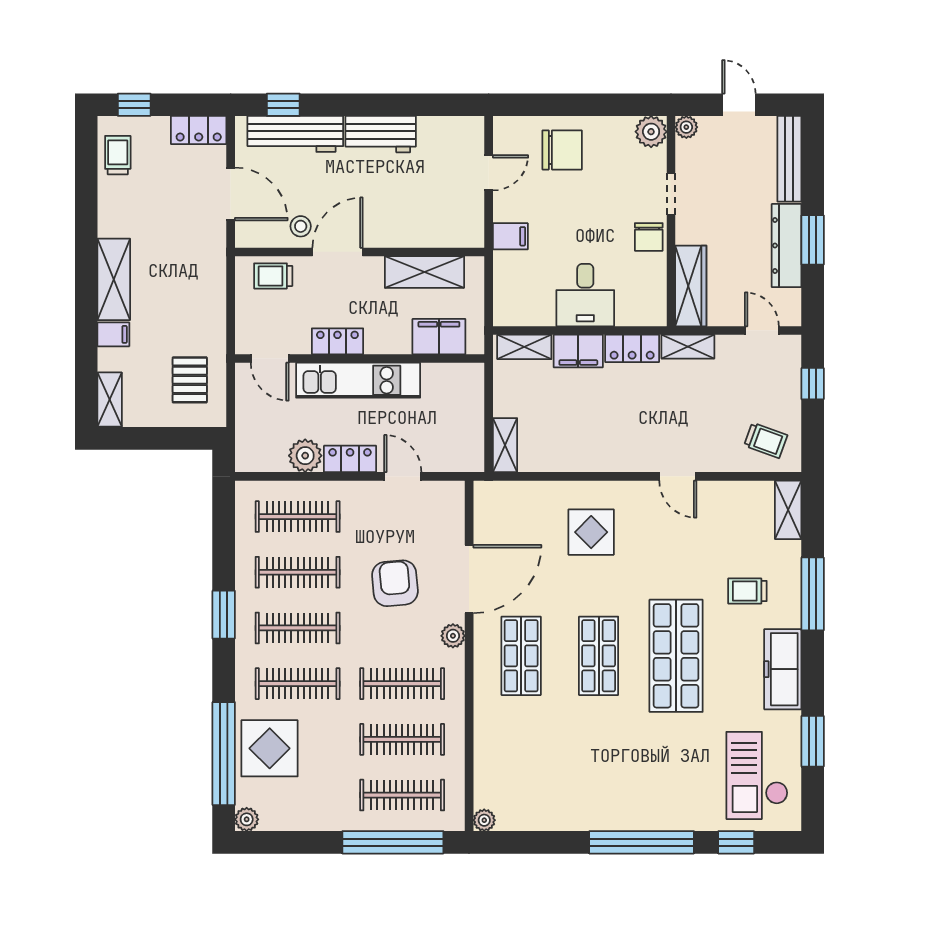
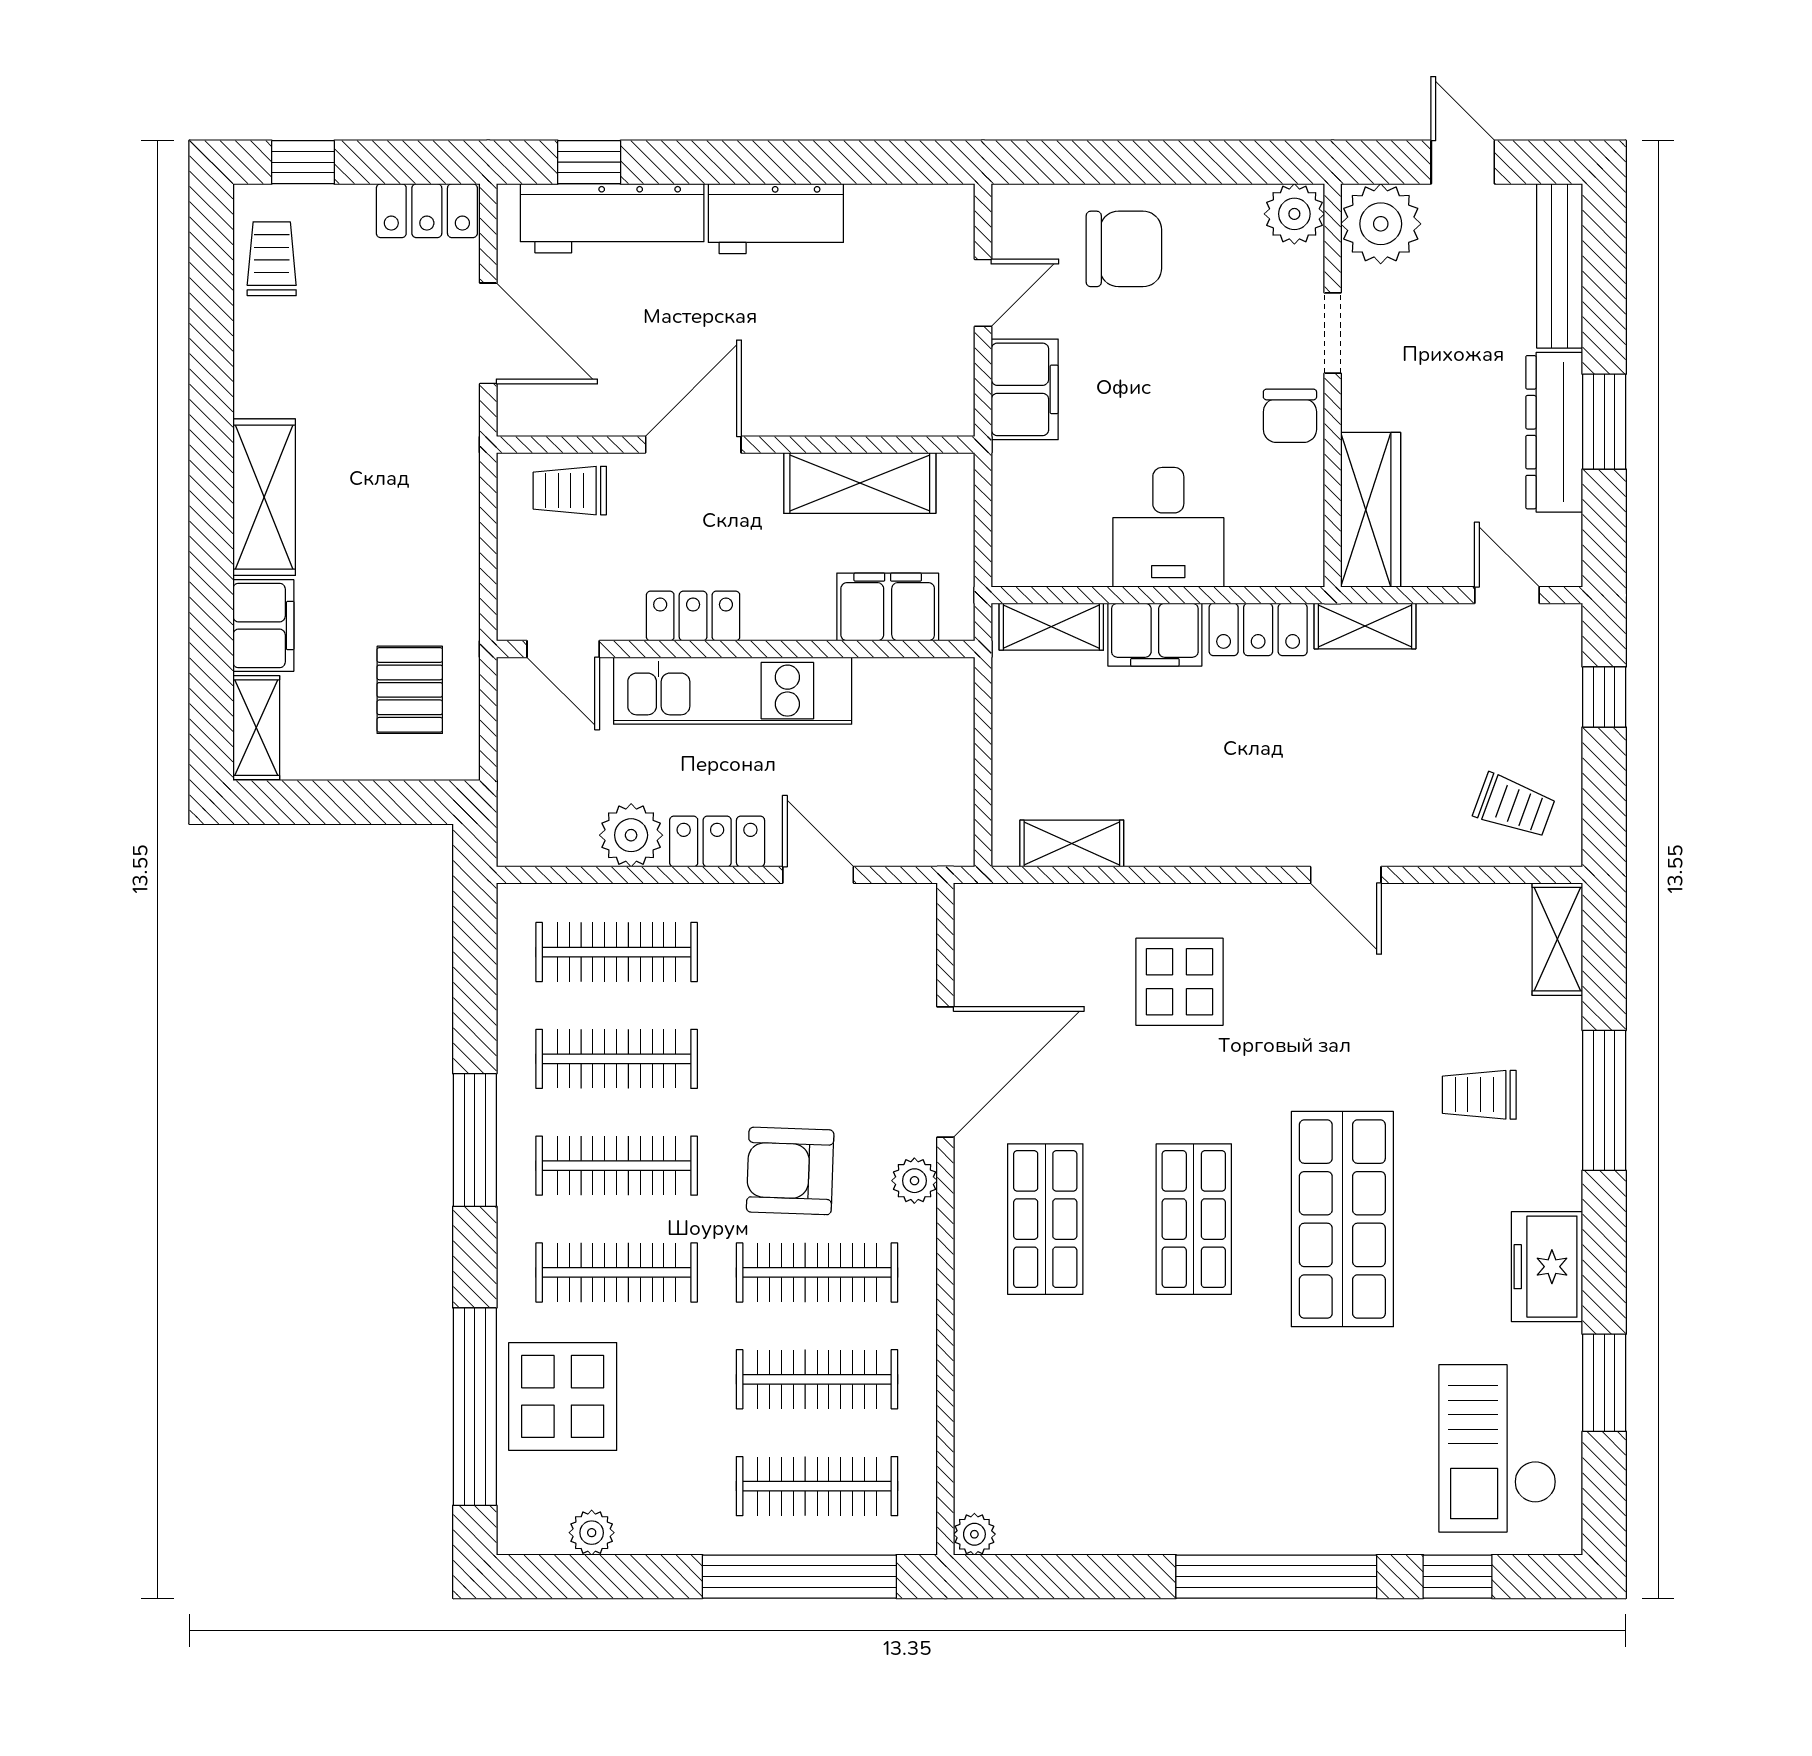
plant: (686, 127) -> (1381, 224), width x1.88, depth x1.88
stool: (301, 226) -> (622, 395), removed
filing cabinet: (510, 236) -> (1025, 389), width x2.00
filing cabinet: (113, 334) -> (263, 626), width x2.00
shelving: (505, 445) -> (1072, 843), moved, turned 90
armchair: (395, 583) -> (790, 1171), moved, turned -83
window: (224, 615) -> (475, 1140), width x1.44
freezer: (783, 669) -> (1547, 1267), width x0.71
plant: (247, 819) -> (592, 1533), moved

